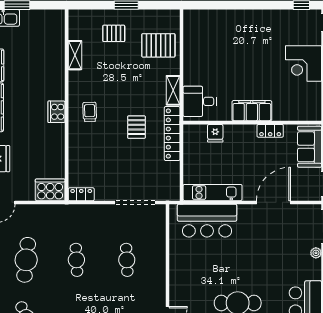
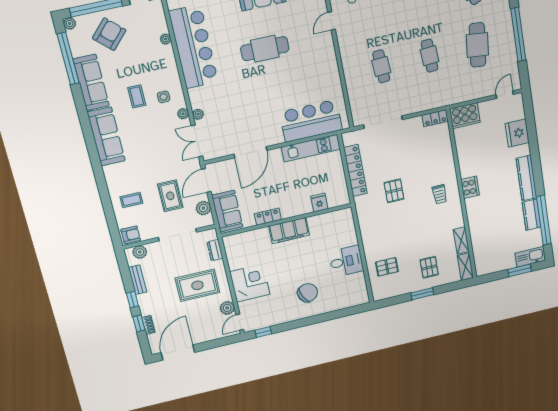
pallet: (114, 33) -> (429, 267), turned 90
chair: (246, 37) -> (308, 293), added
pallet: (158, 45) -> (387, 267), width x0.67, depth x0.71
shelving: (173, 90) -> (465, 267), moved
desk: (200, 101) -> (346, 261), moved
locker: (172, 134) -> (355, 171), moved

